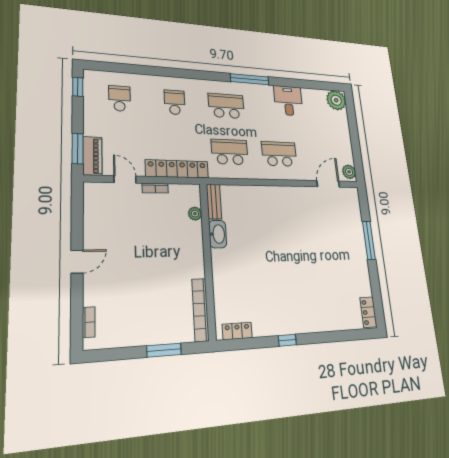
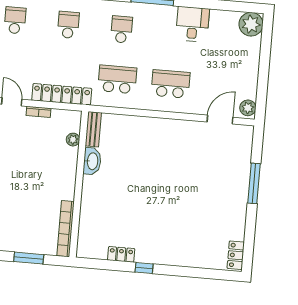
school desk: (226, 106) -> (122, 29), width x0.54
locker: (237, 331) -> (121, 254), moved

